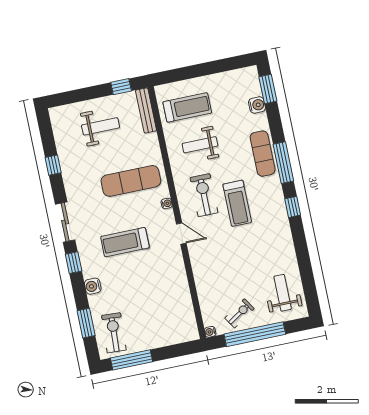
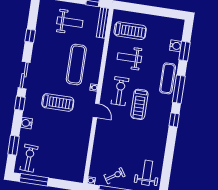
window: (268, 89) -> (185, 51), moved
exercise mat: (131, 181) -> (76, 64), turned 90
treadmill: (125, 242) -> (58, 102), turned 180

